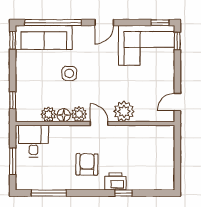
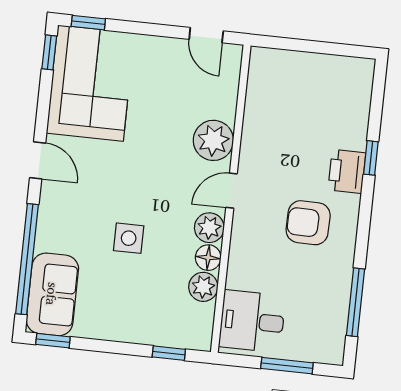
sofa: (44, 37) -> (52, 294), width x0.73

